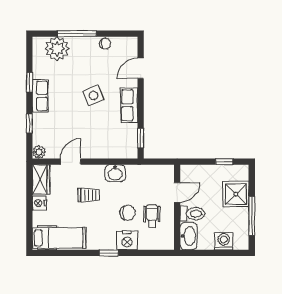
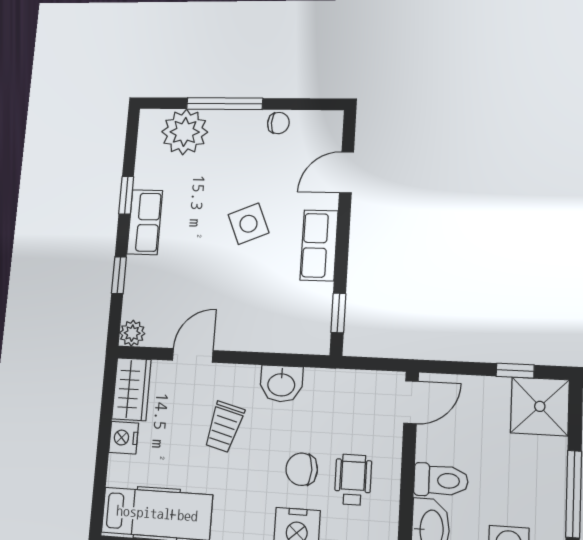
door: (177, 192) -> (411, 402), moved
shower: (236, 194) -> (540, 406), moved
trolley: (89, 195) -> (224, 427), turned 105
chair: (128, 213) -> (302, 469), turned 180

